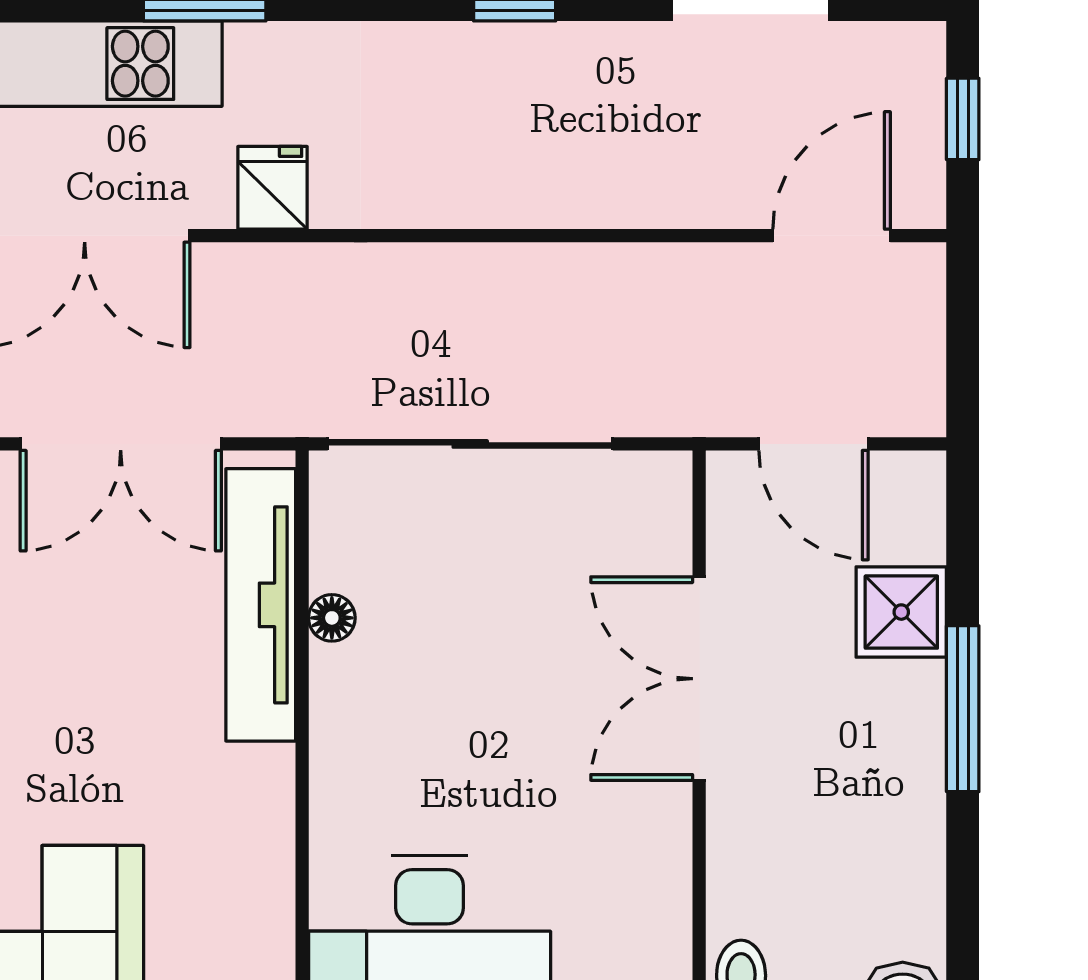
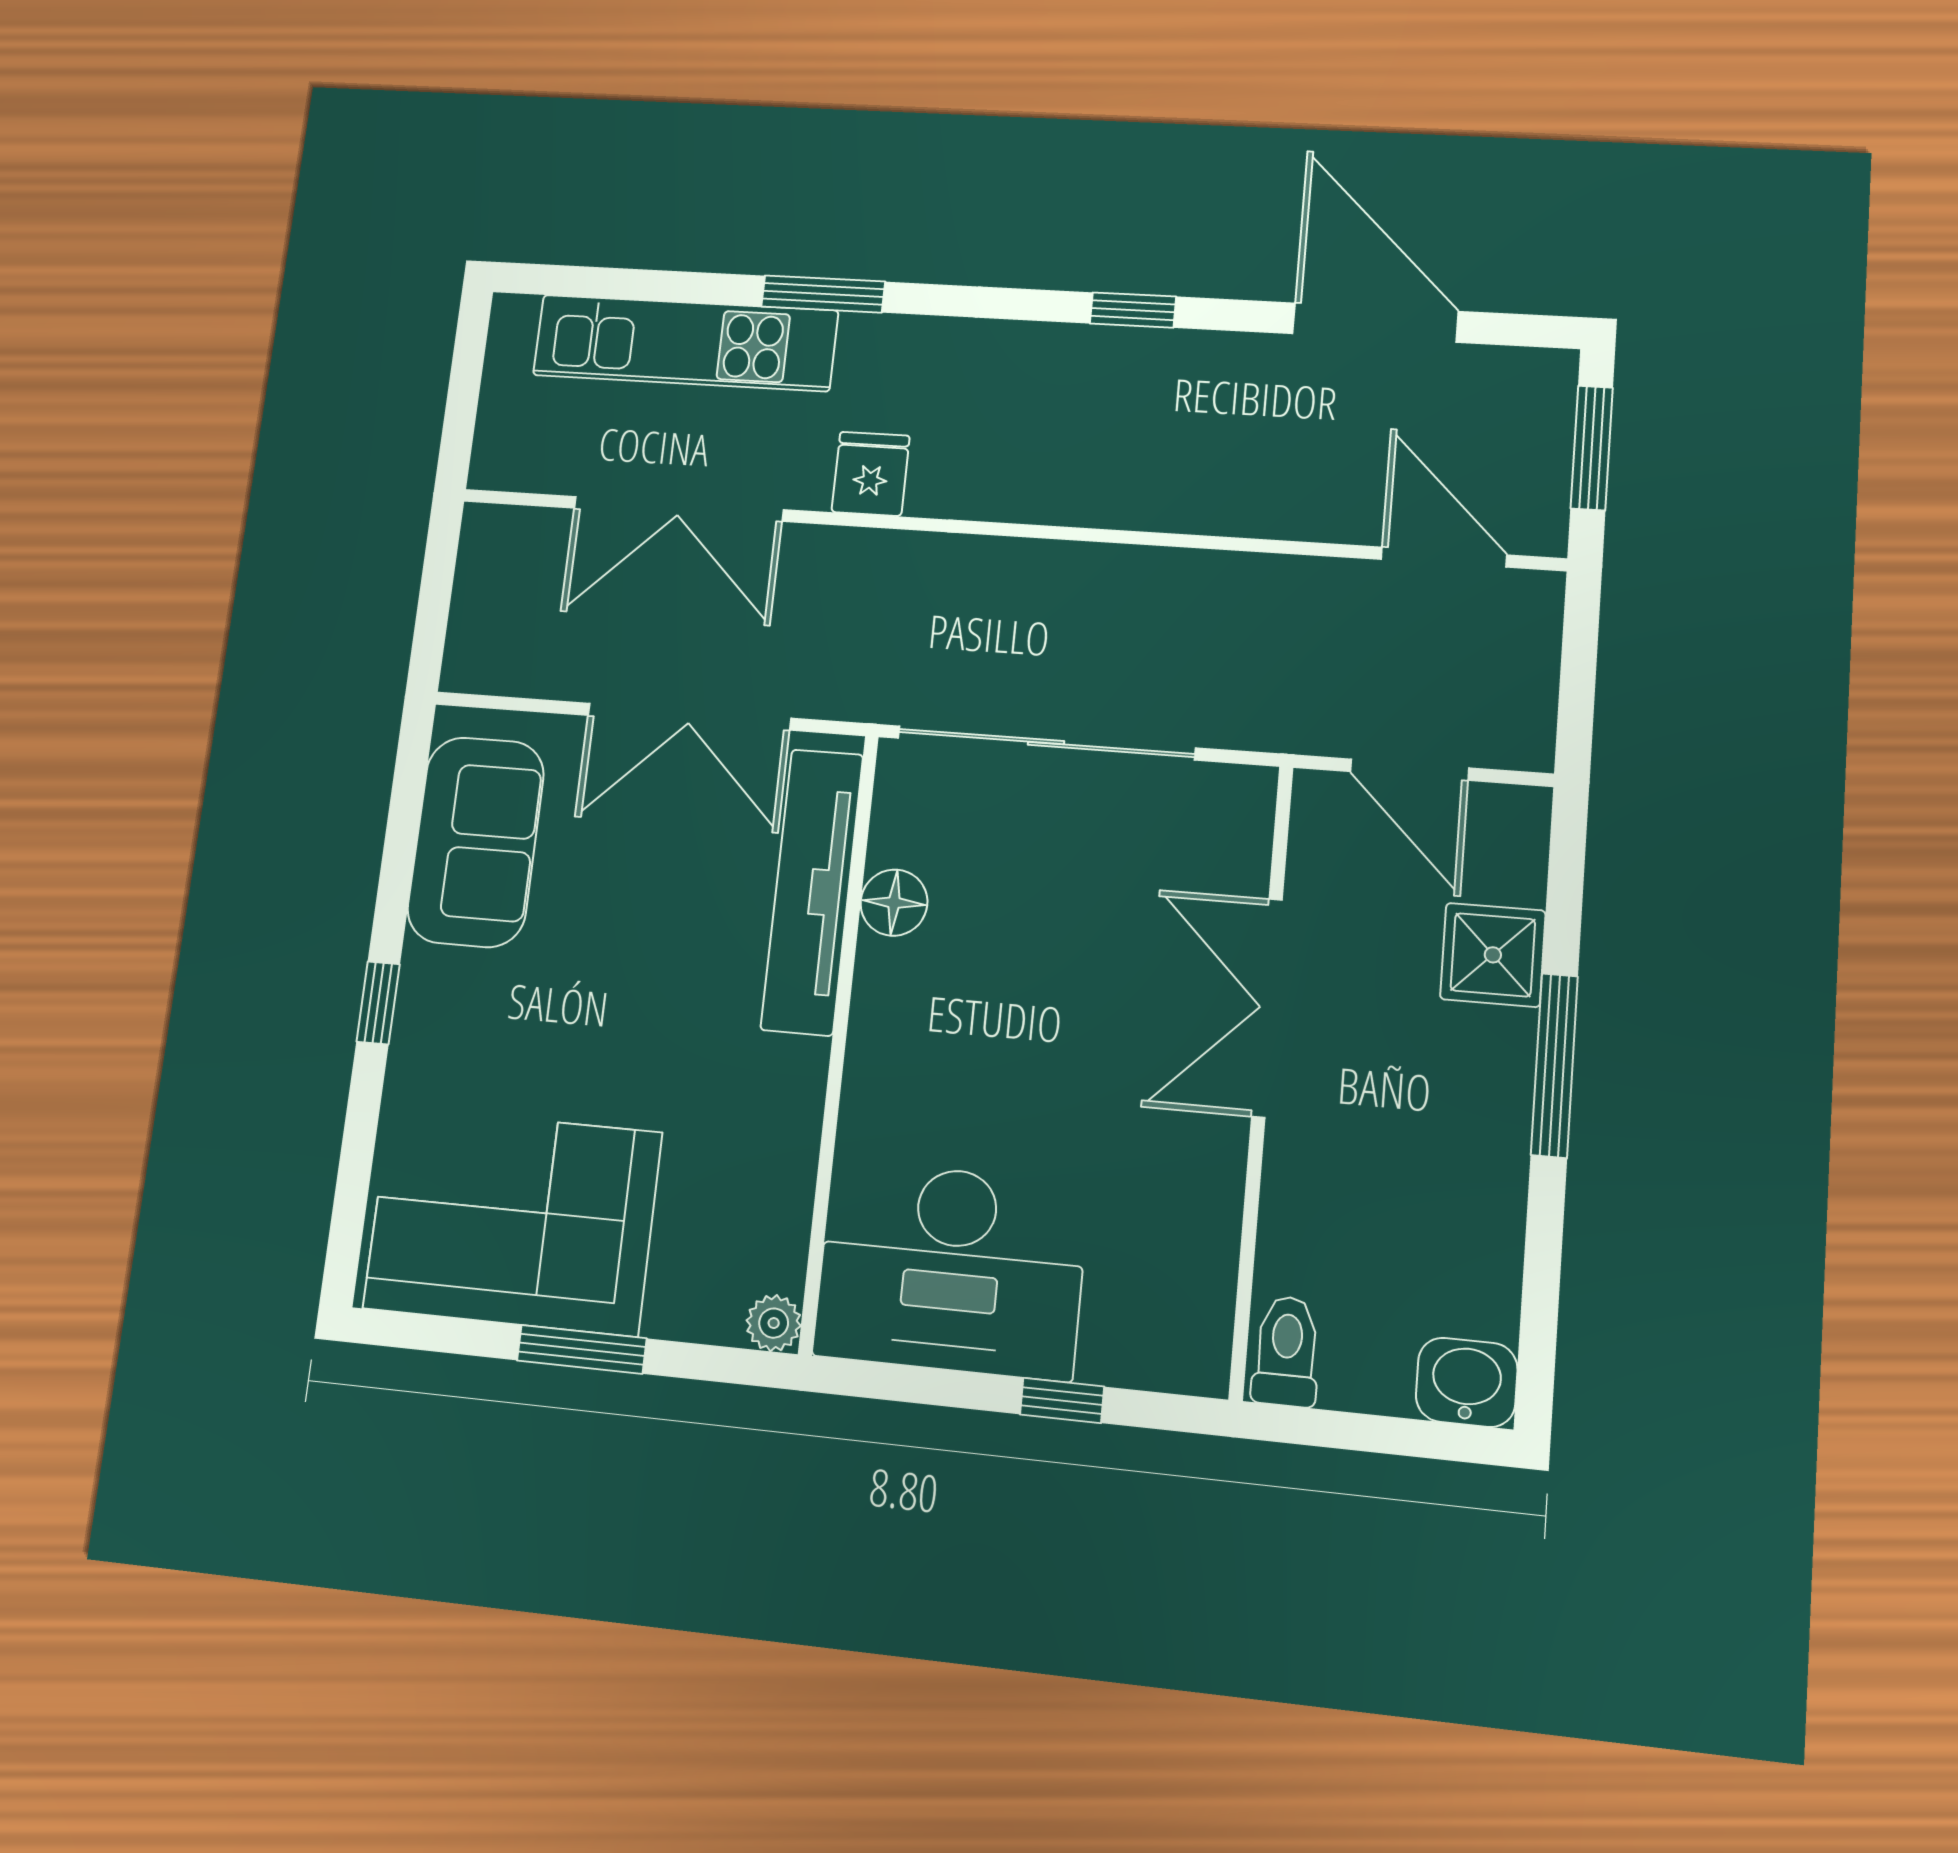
window: (963, 119) -> (1592, 448), width x1.50
door: (832, 236) -> (1444, 557), hinge flipped
floor lamp: (332, 618) -> (894, 903), width x1.37, depth x1.37

